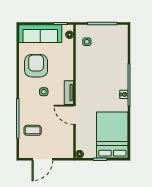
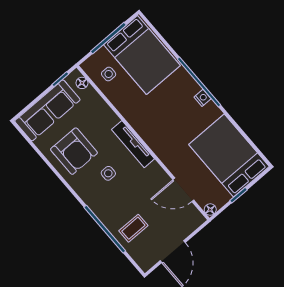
bed: (112, 47) -> (142, 55), added
armchair: (36, 66) -> (74, 151), turned 180
tv unit: (69, 93) -> (133, 144), width x1.41
door: (75, 115) -> (183, 190), moved

